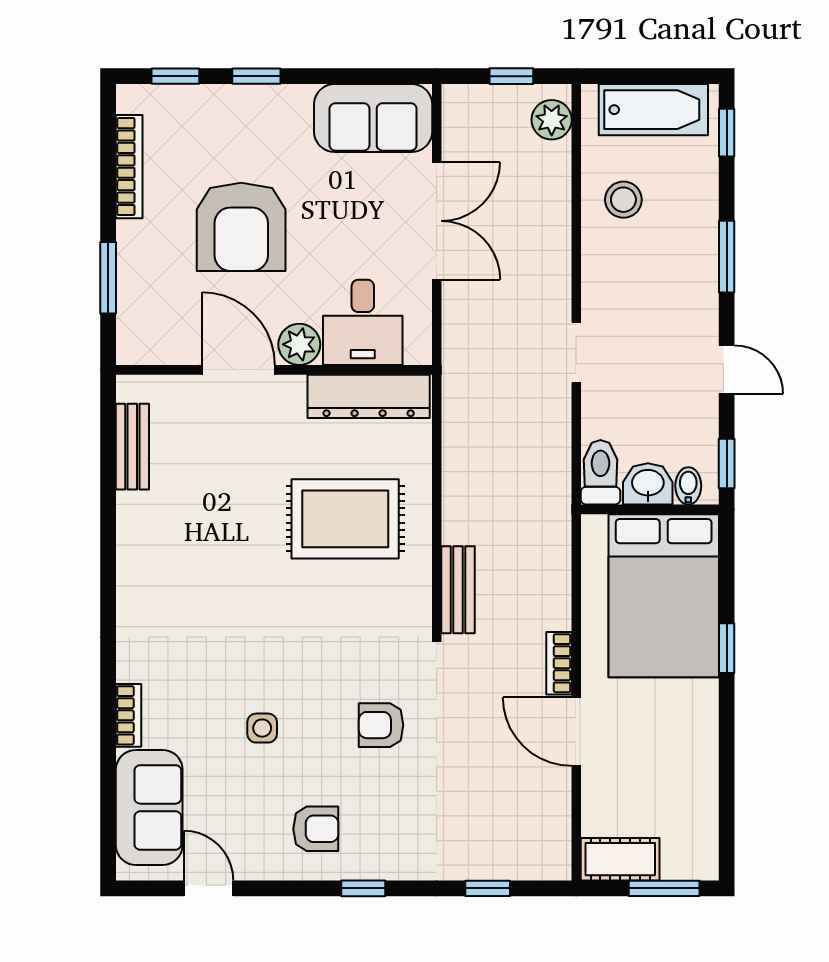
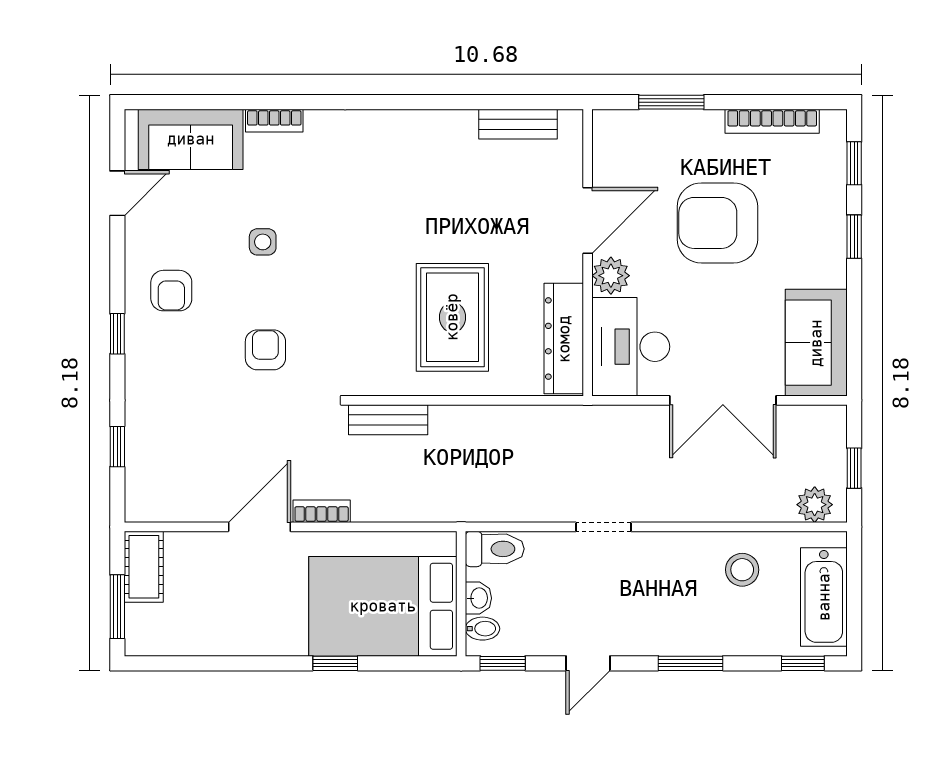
desk: (363, 322) -> (631, 347), width x1.37
washbasin: (648, 484) -> (478, 598), width x0.72, depth x0.69

